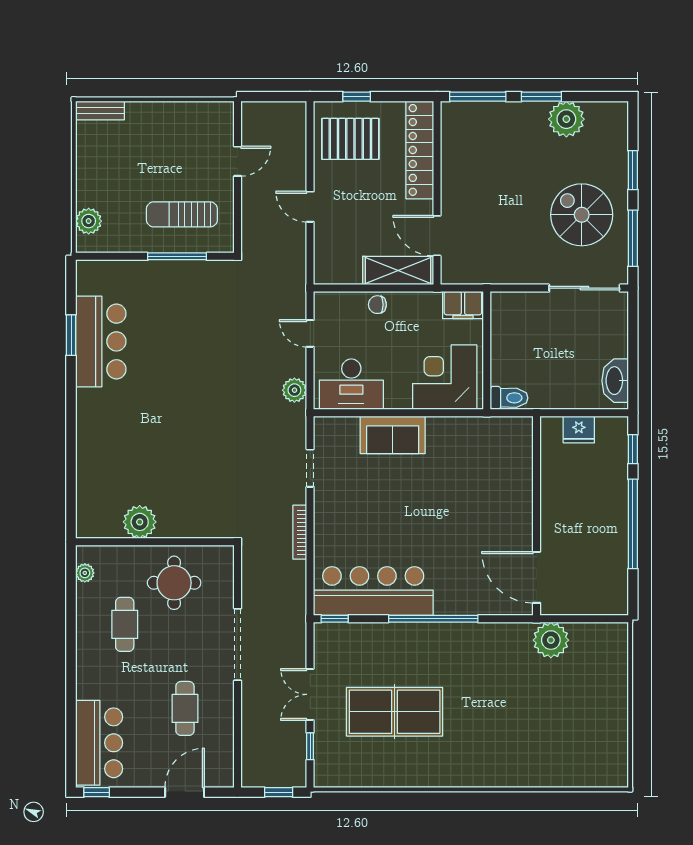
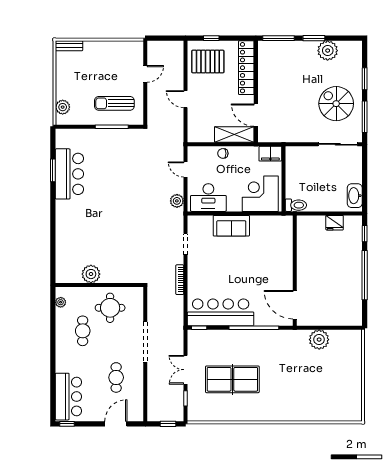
wall: (537, 516) -> (295, 271), moved
door: (537, 577) -> (295, 305), moved

